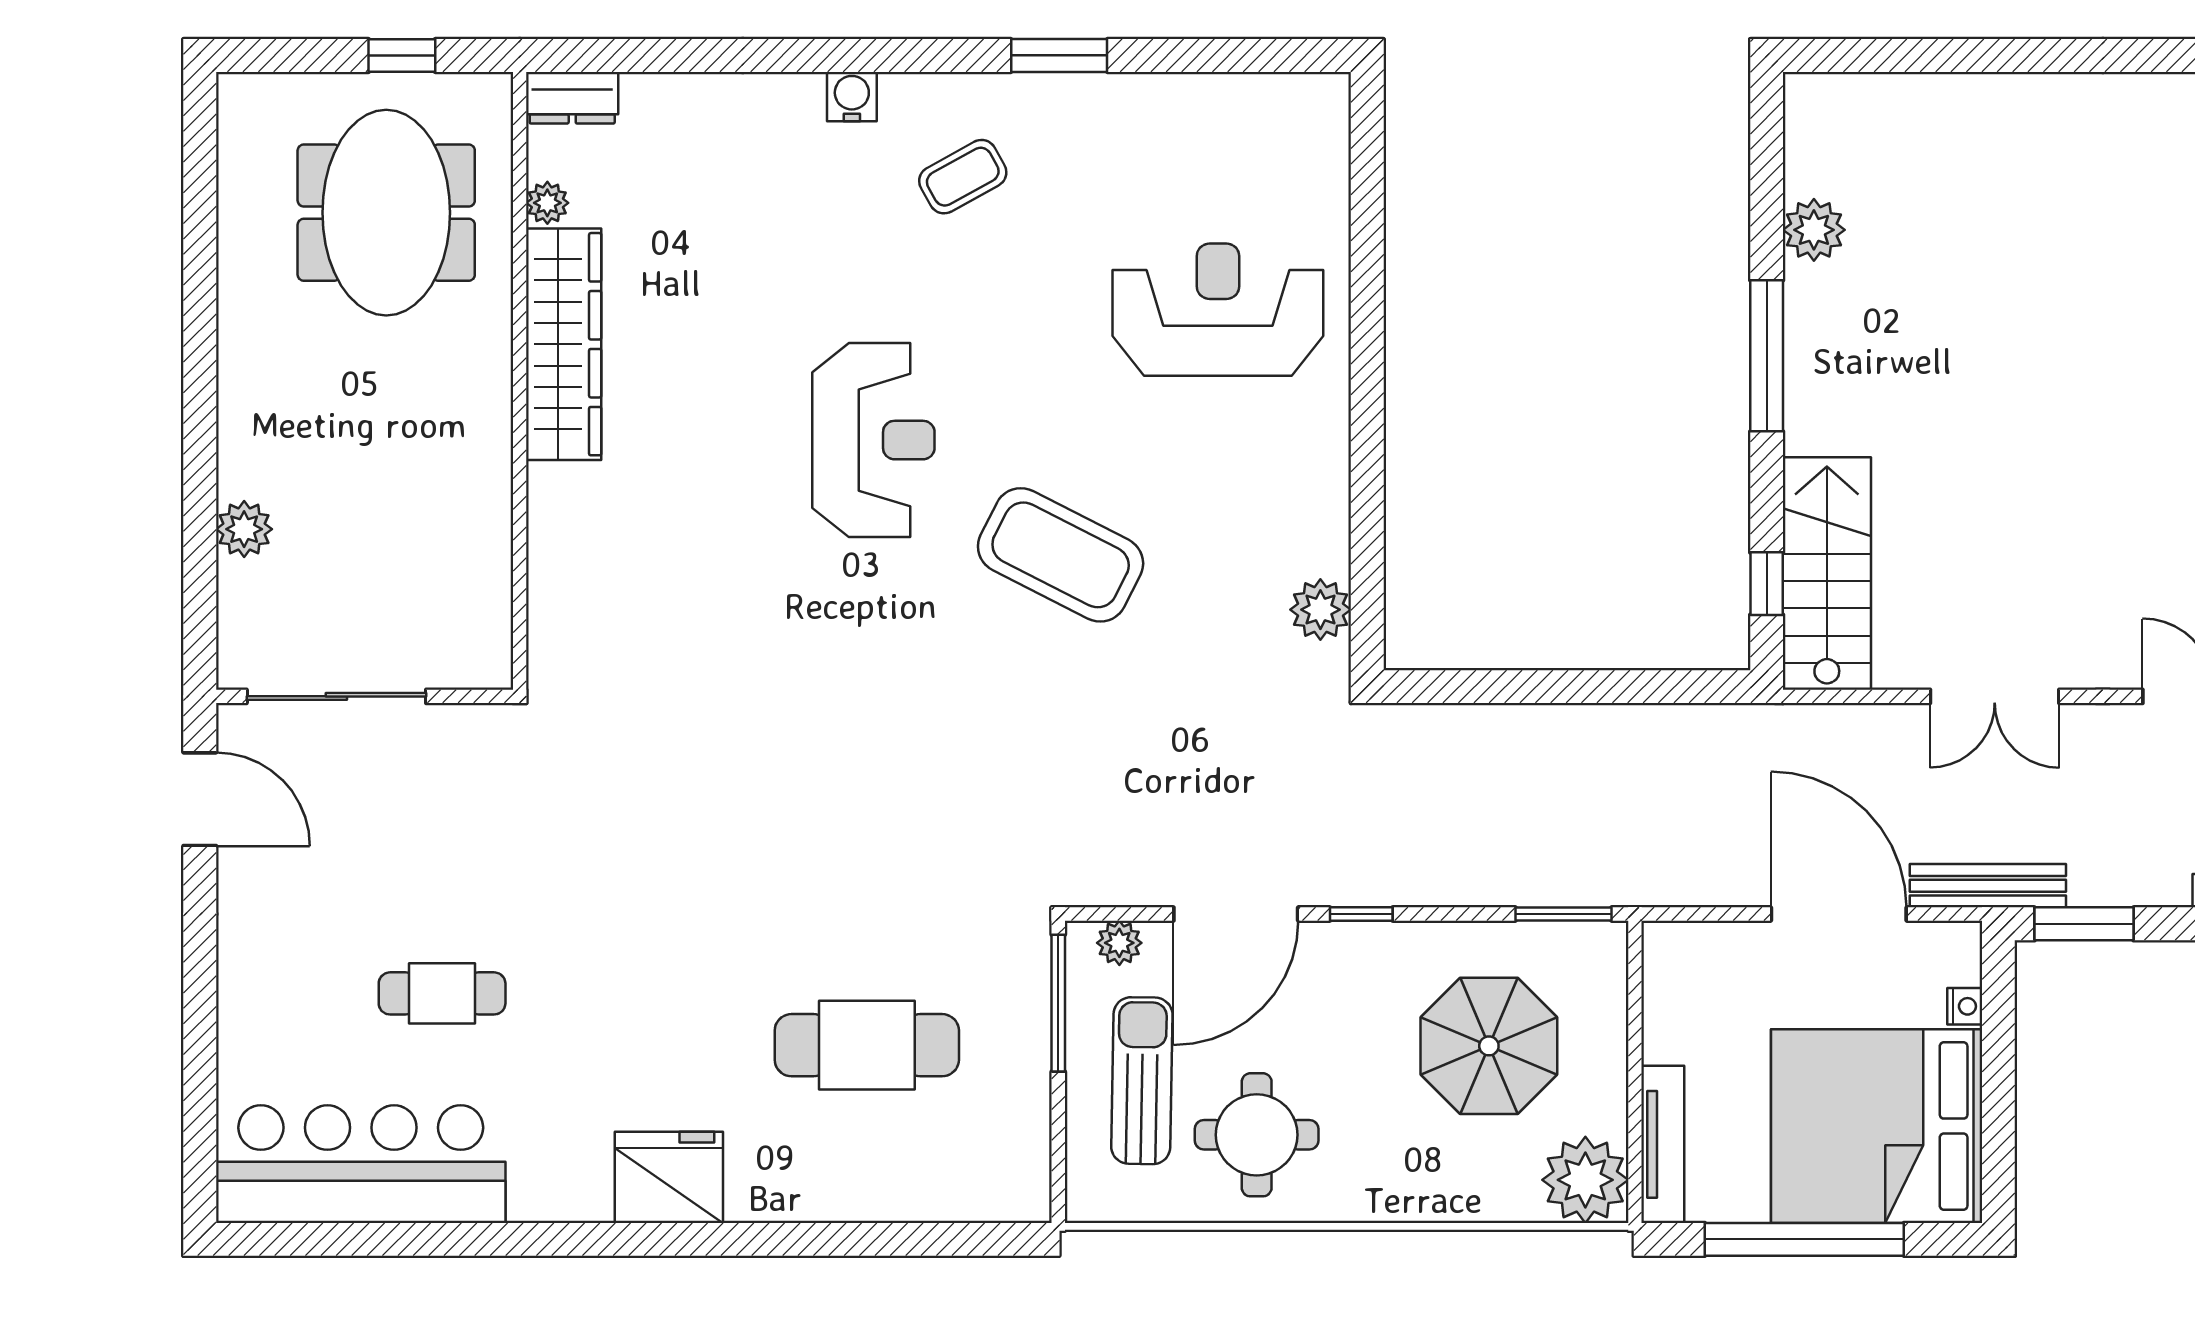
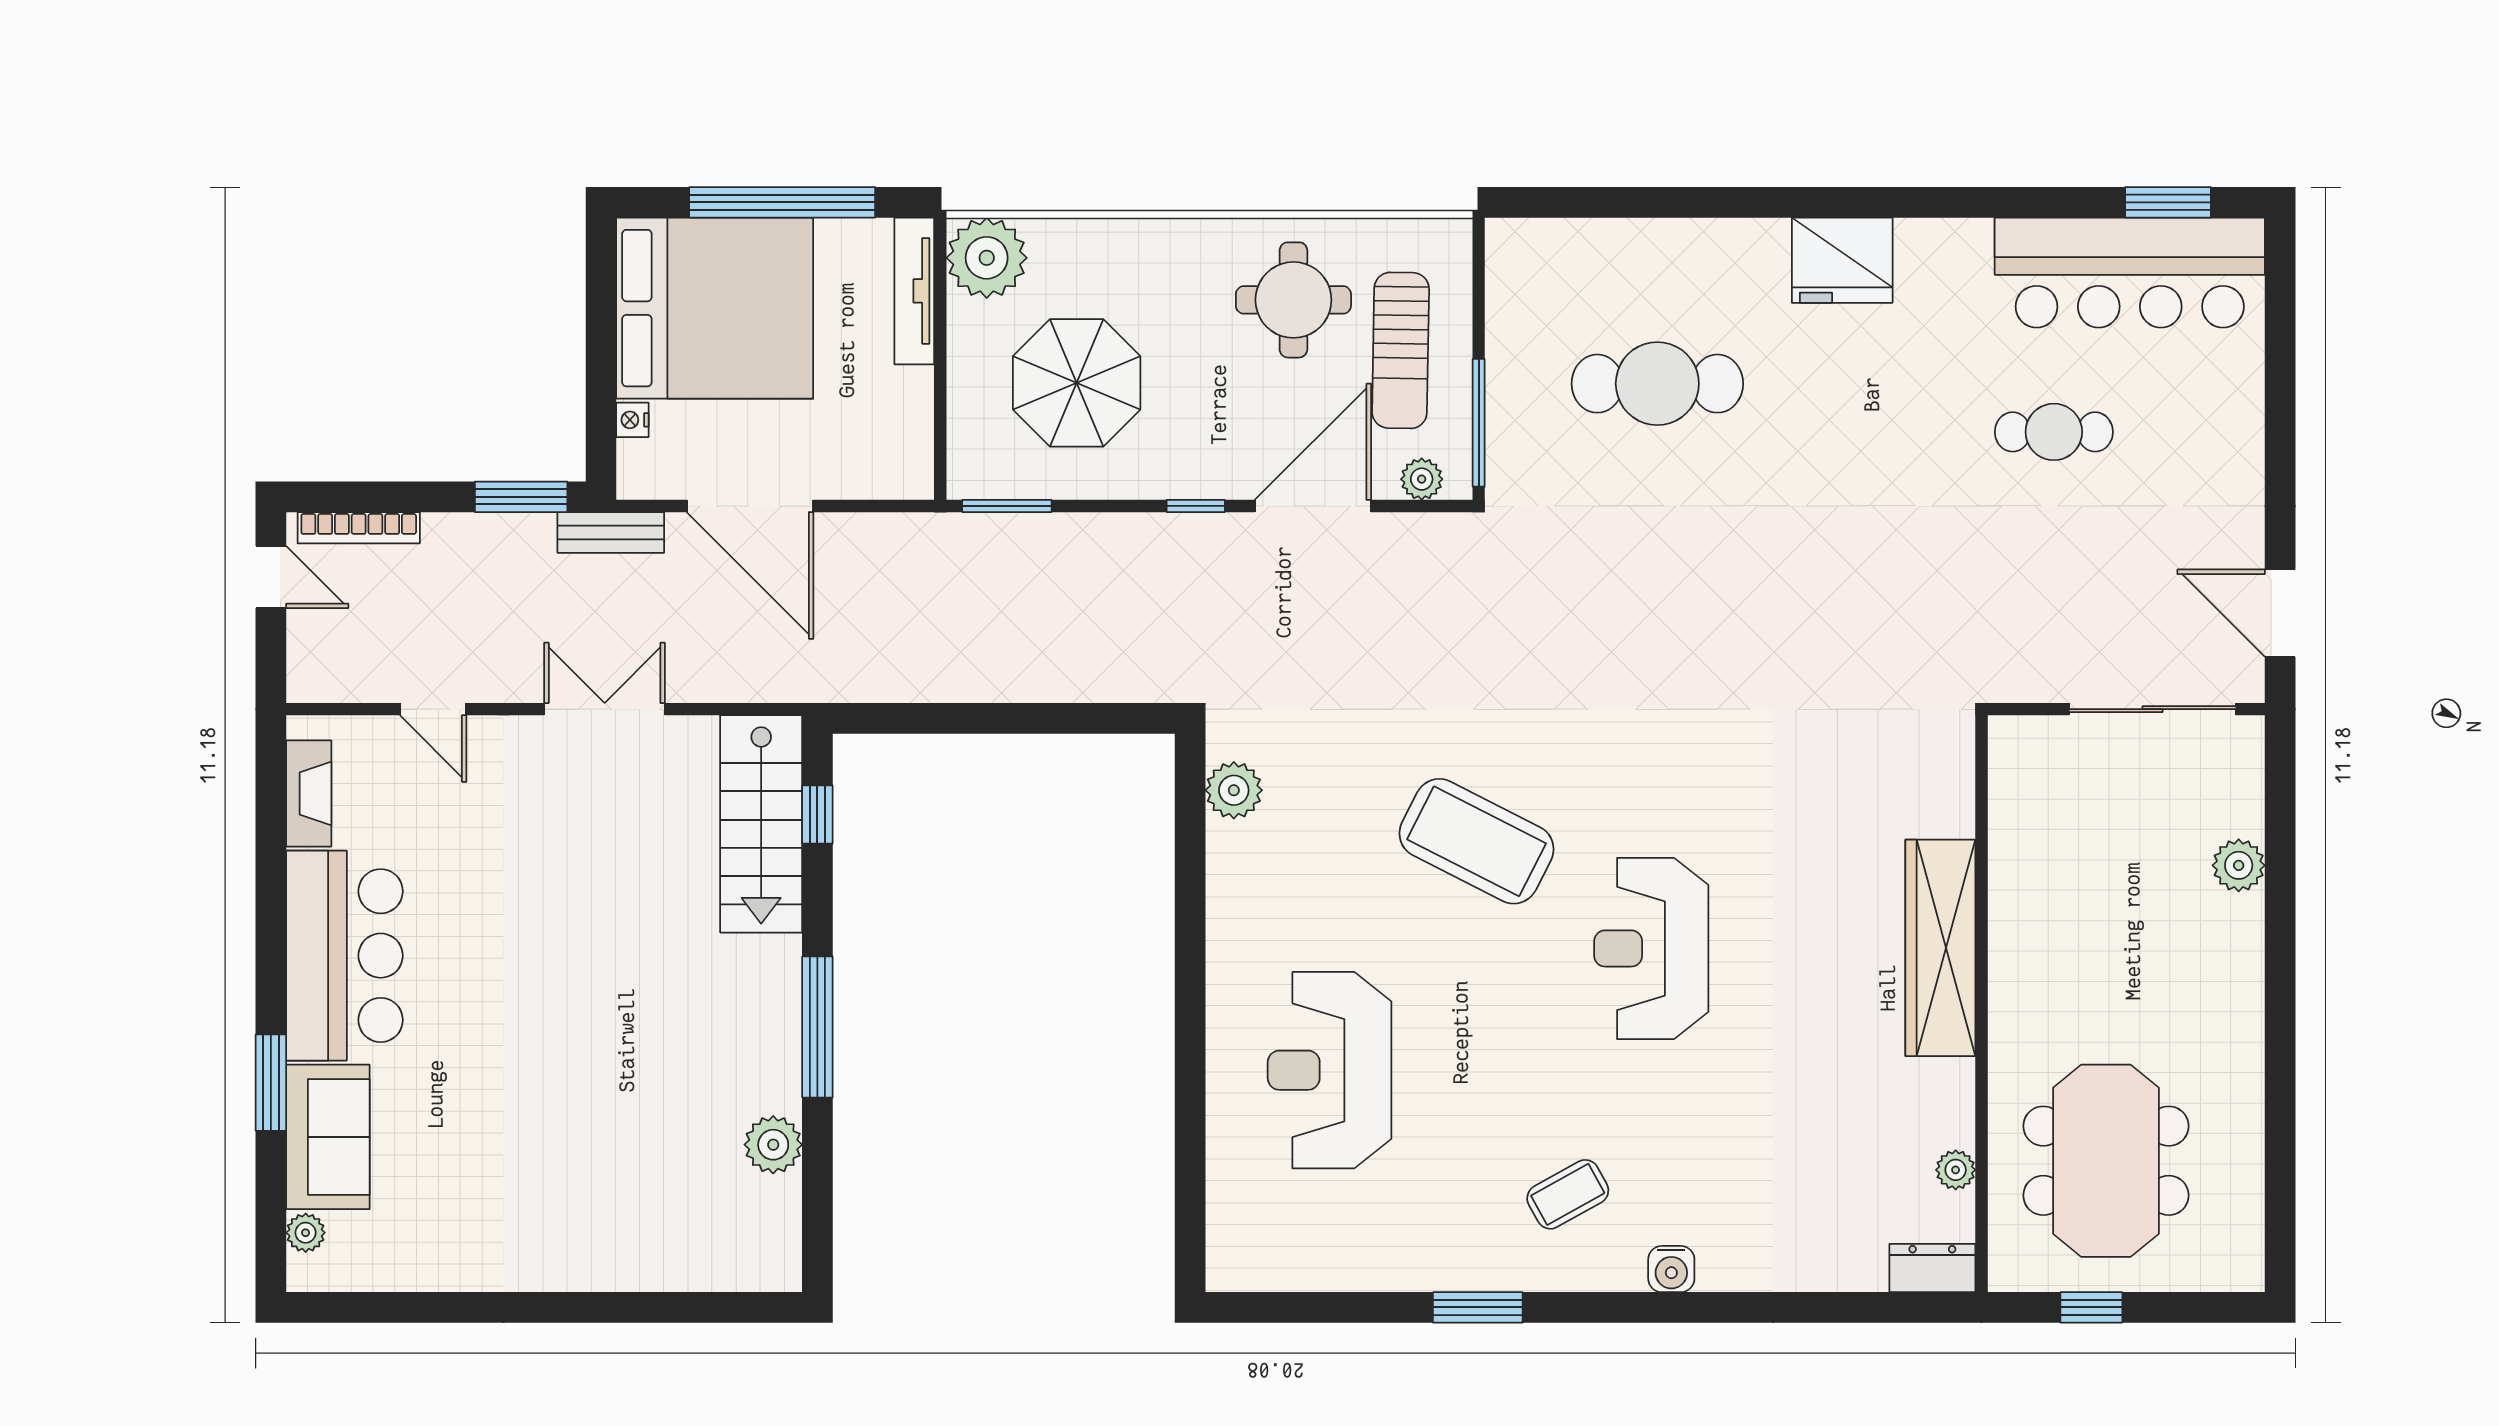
reception desk: (1218, 310) -> (1330, 1070), turned 90
wardrobe: (564, 344) -> (1940, 948), moved
bench: (1988, 886) -> (611, 532), width x0.73
window: (320, 1239) -> (2168, 202), added

